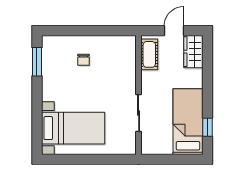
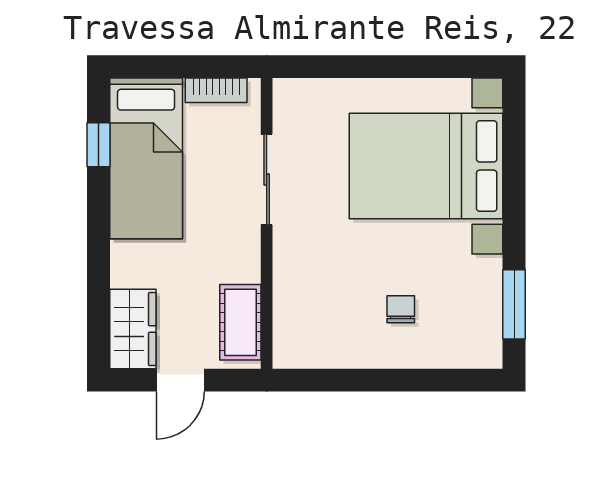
bed with nightstands: (73, 128) -> (426, 166), width x1.36
bookcase: (159, 150) -> (216, 90), added

